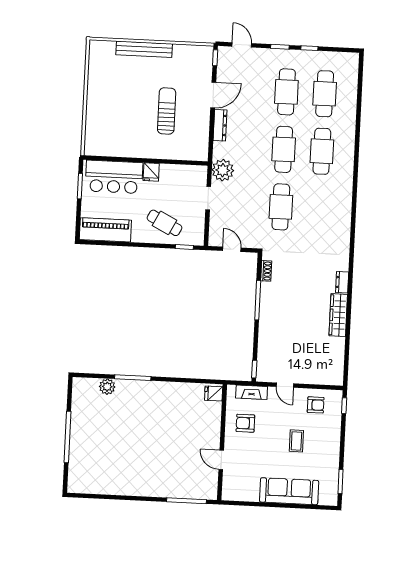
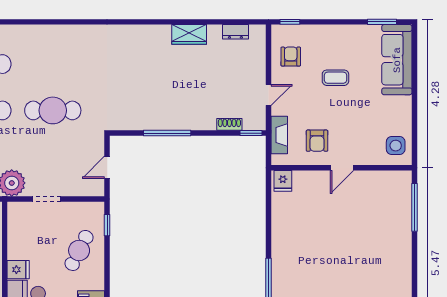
shoe rack: (266, 271) -> (229, 124), moved
dresser: (342, 282) -> (235, 32), moved
wardrobe: (338, 315) -> (189, 34), width x0.67
door: (221, 460) -> (342, 168), moved
side table: (238, 488) -> (396, 146), added
sofa: (289, 491) -> (397, 60), moved

